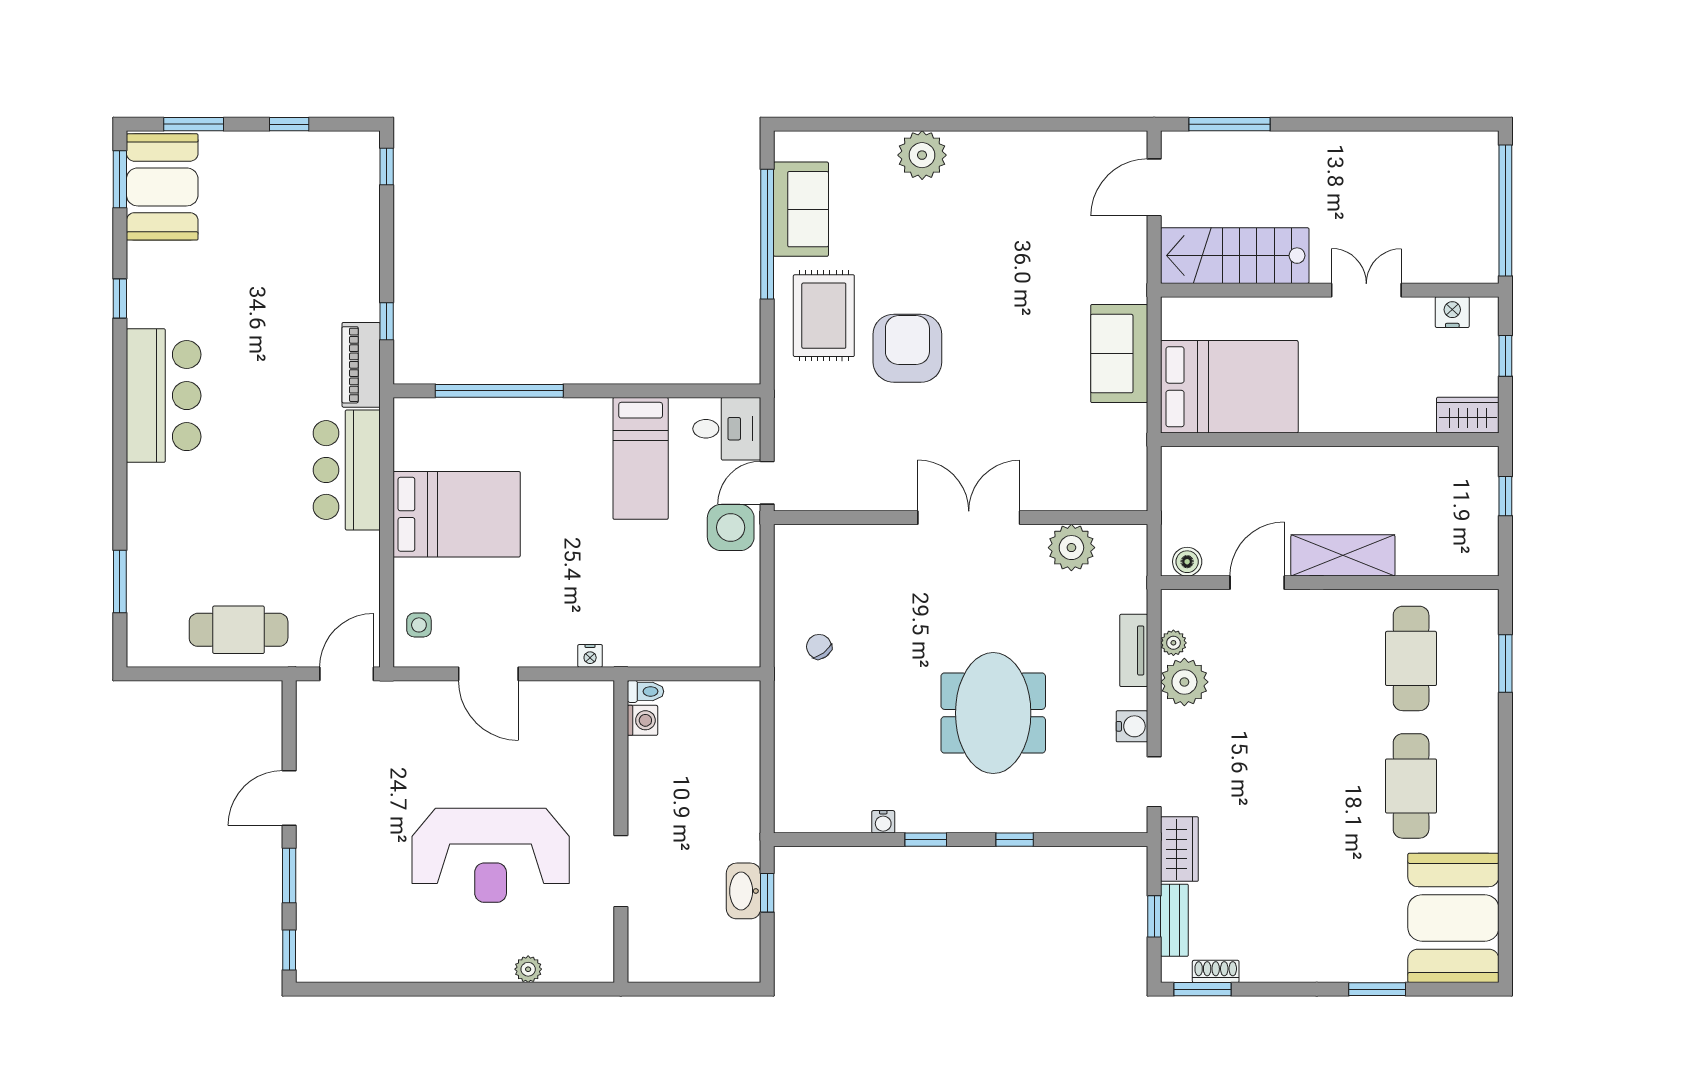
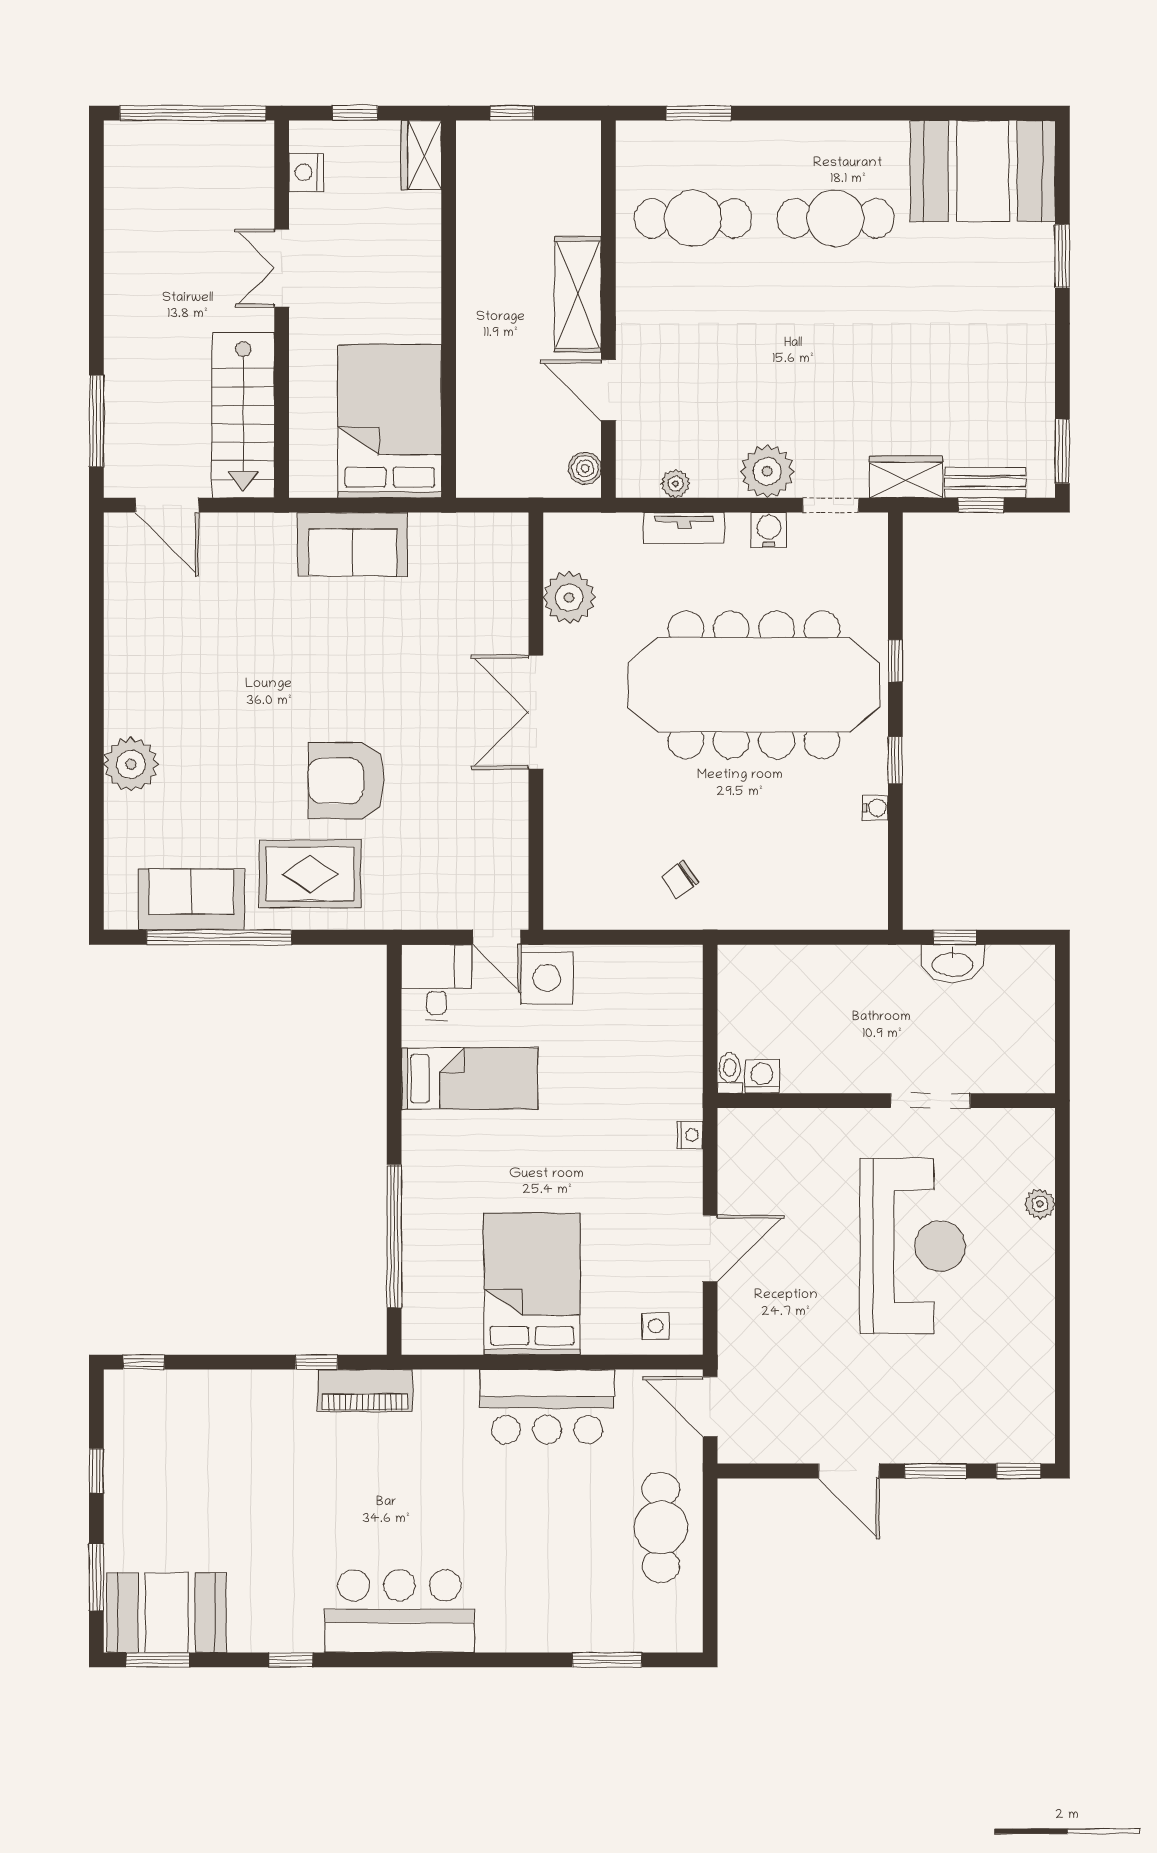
bar counter: (347, 470) -> (547, 1407), moved
plant: (1184, 682) -> (767, 471), moved
meeting table: (993, 713) -> (754, 685), width x1.86, depth x1.27
shoe rack: (1216, 971) -> (1042, 436), removed

